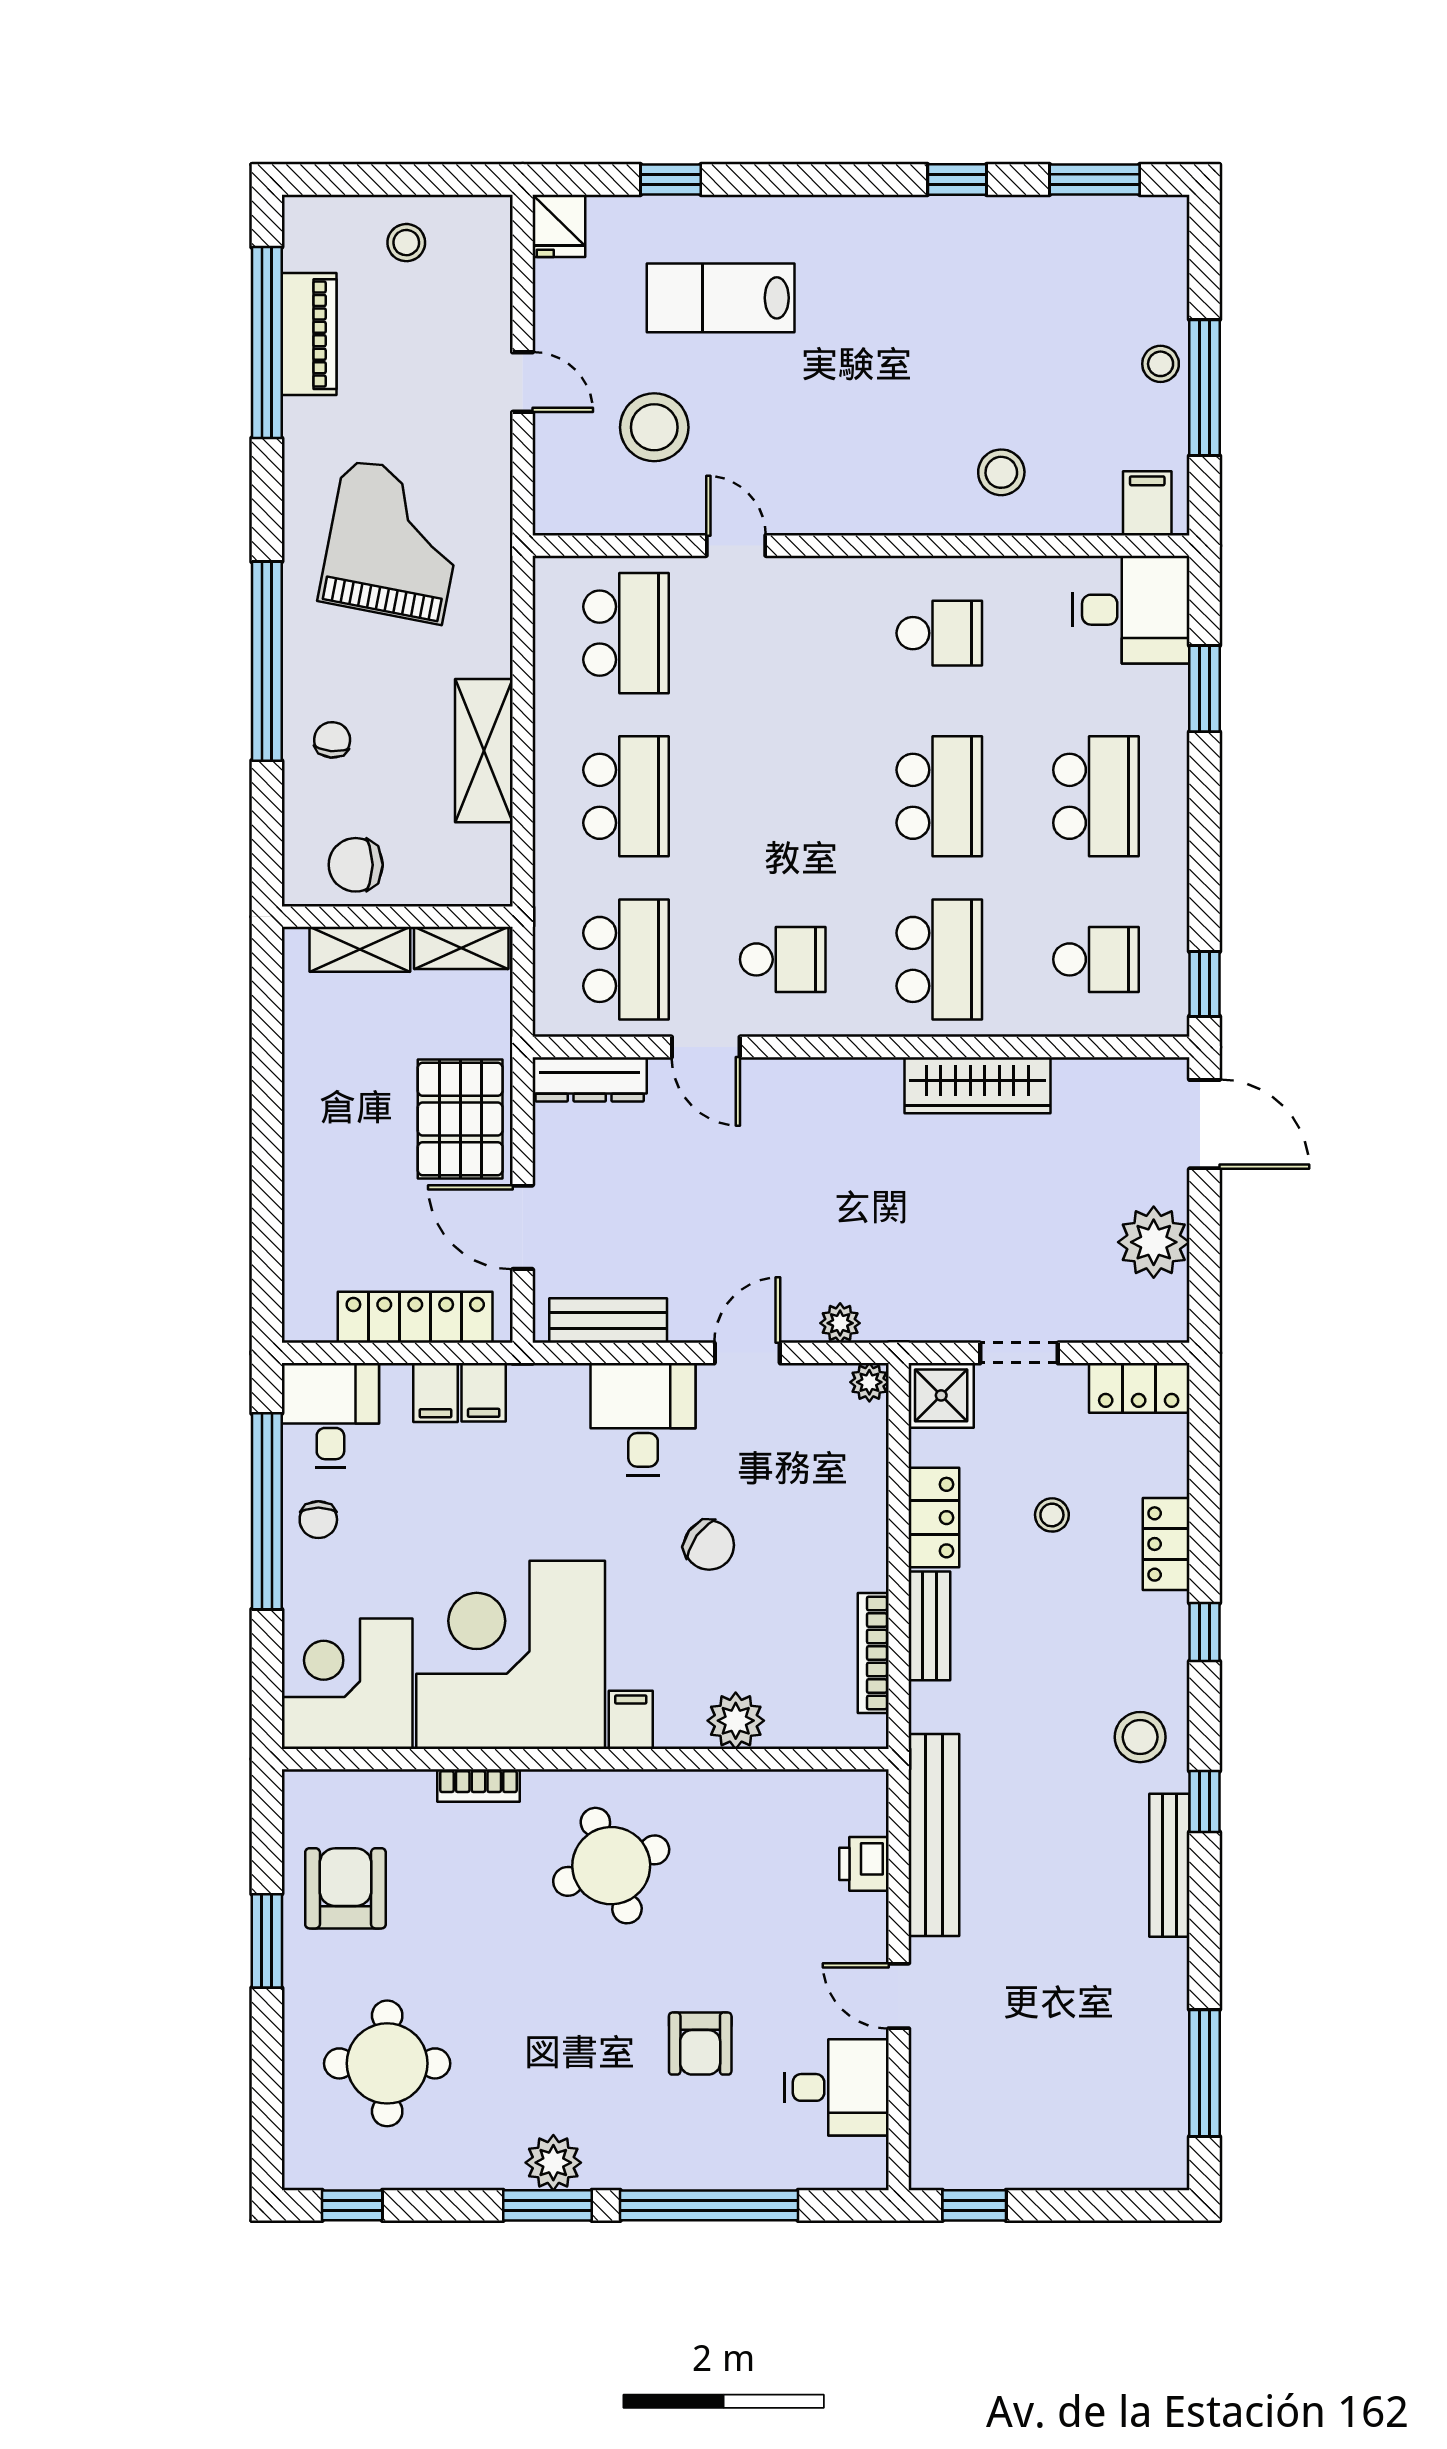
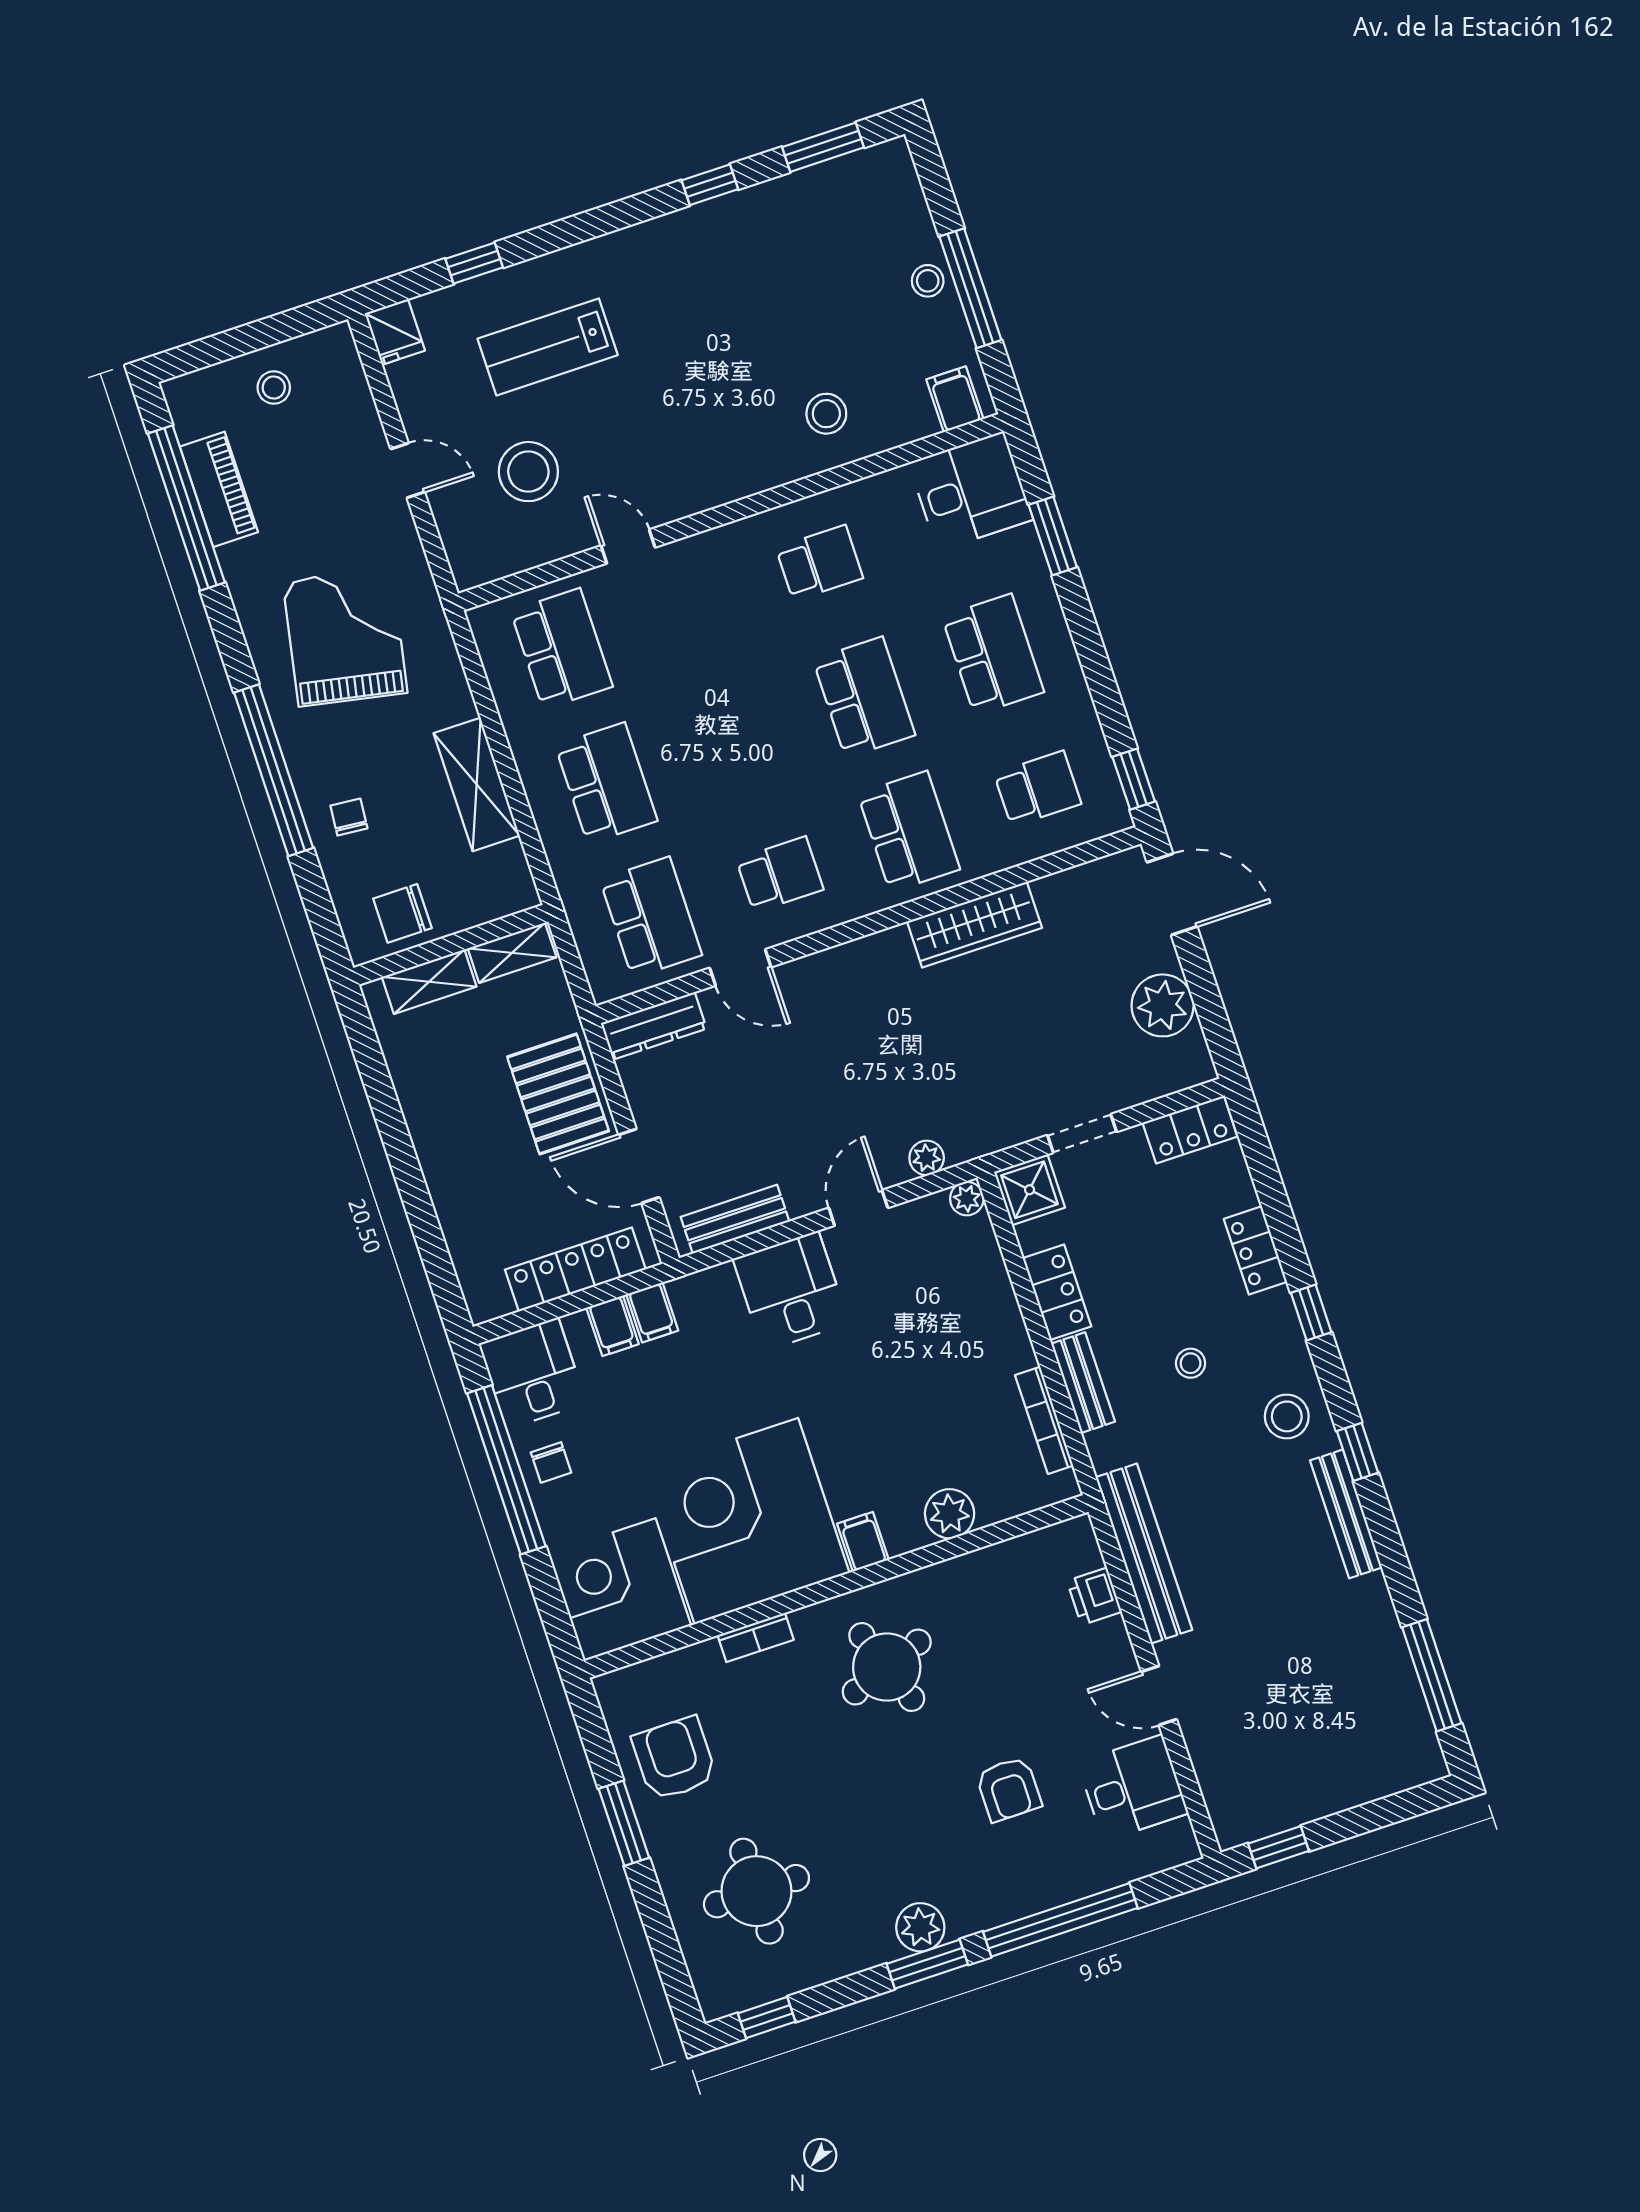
stool: (1052, 1515) -> (1191, 1363), moved
chair: (709, 1545) -> (880, 1376), removed

